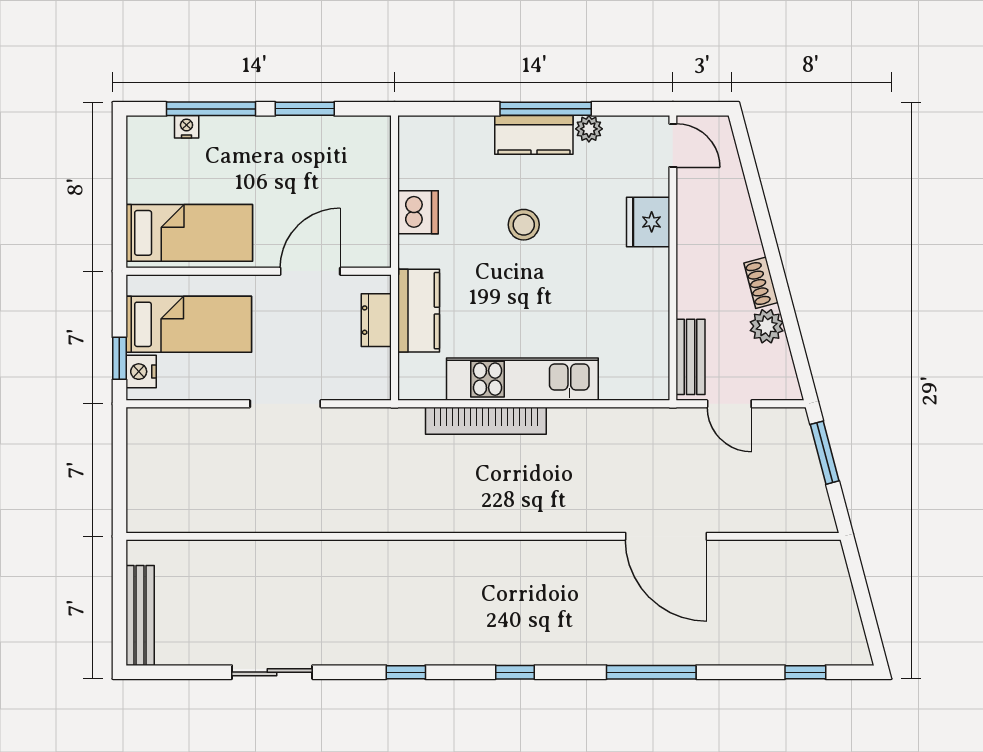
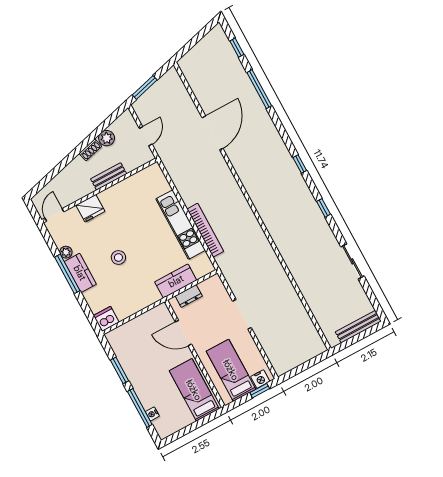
dishwasher: (418, 212) -> (106, 319), moved
bench: (691, 357) -> (109, 176), moved
window: (651, 672) -> (259, 89), moved

